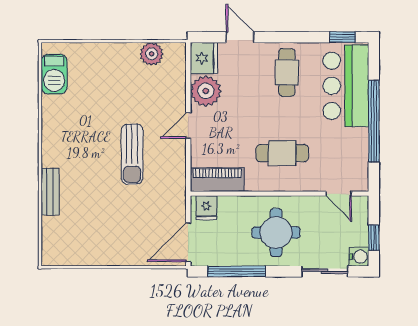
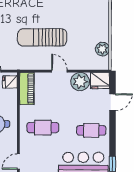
cafe table: (282, 153) -> (43, 128), turned 90
sun lounger: (132, 154) -> (42, 37), width x1.36, depth x1.34

